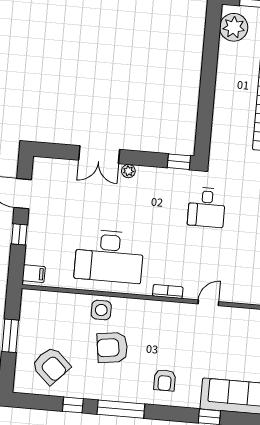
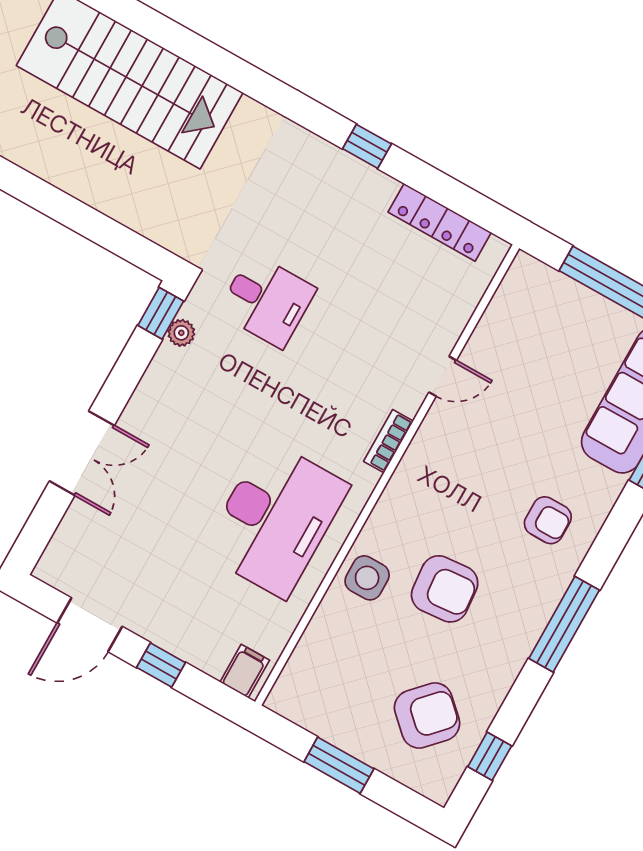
plant: (128, 171) -> (181, 333), moved
door: (208, 303) -> (443, 376), swing flipped
armchair: (112, 348) -> (445, 589), turned -87
window: (73, 405) -> (490, 756), moved

